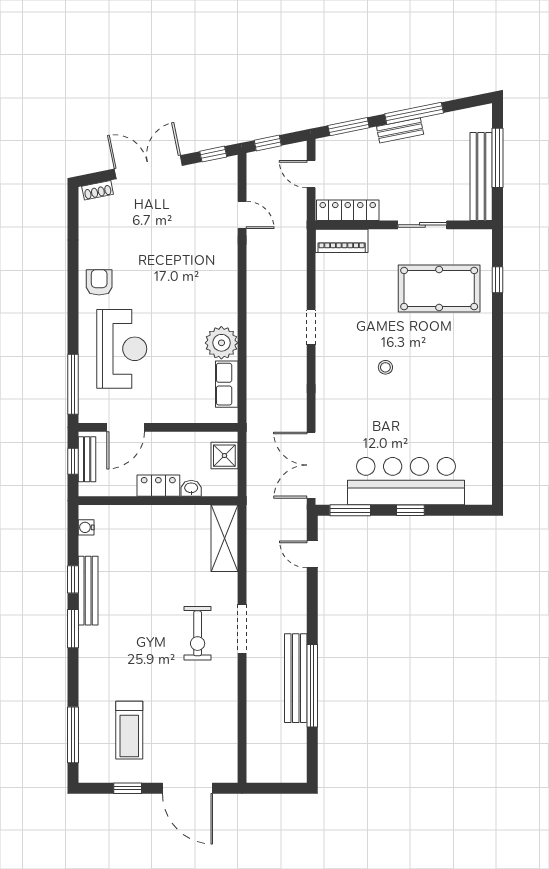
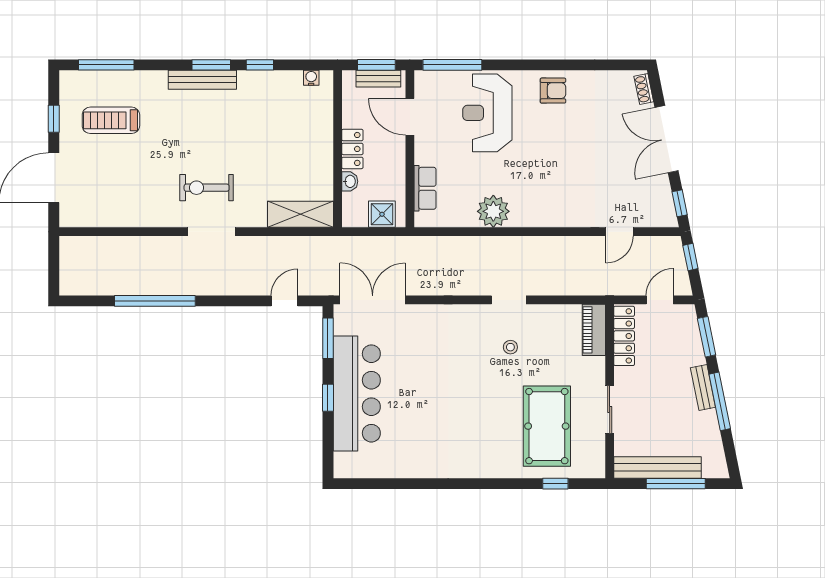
double door: (148, 167) -> (667, 139), swing flipped
reception desk: (122, 349) -> (487, 113), turned 90
stool: (385, 367) -> (510, 347), moved
row of seats: (227, 384) -> (425, 188), moved, turned 90
window: (73, 461) -> (376, 65), width x1.50
bench: (88, 591) -> (202, 80), moved
bench: (296, 678) -> (162, 285), removed

